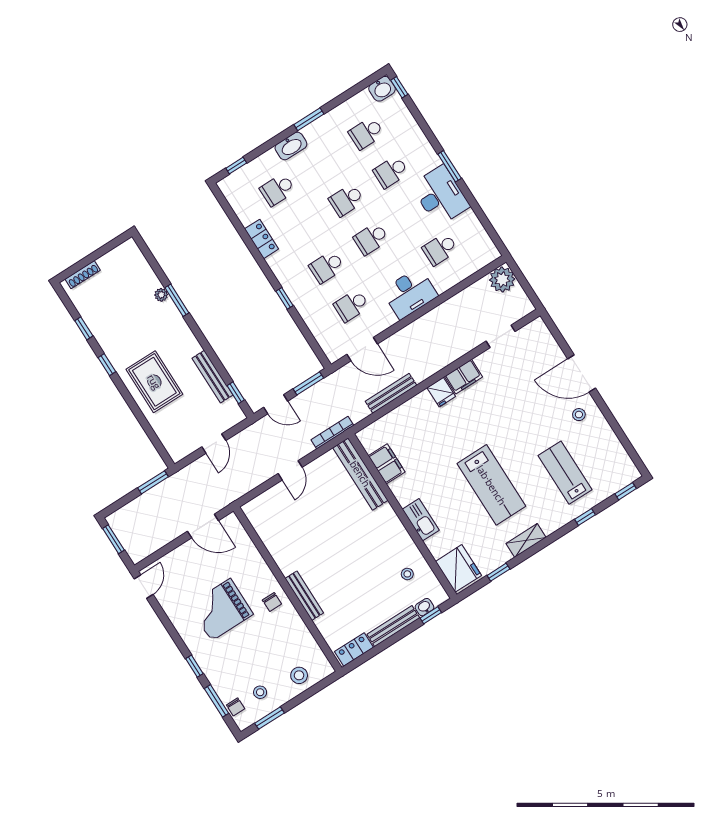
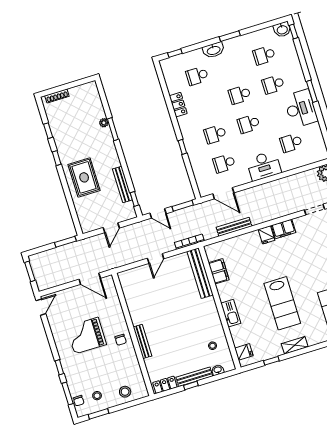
fridge: (458, 568) -> (244, 352), width x0.53, depth x0.75
window: (431, 615) -> (191, 385), moved

